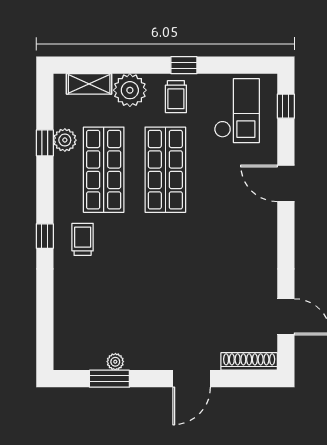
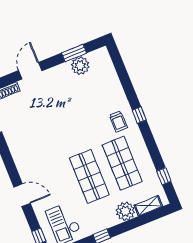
trolley: (176, 97) -> (99, 218), removed
plant: (65, 140) -> (149, 171), removed
window: (45, 143) -> (164, 176), moved
plant: (115, 362) -> (80, 66), width x1.88, depth x1.88

